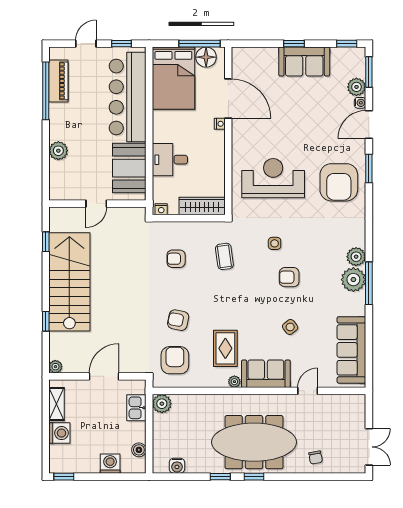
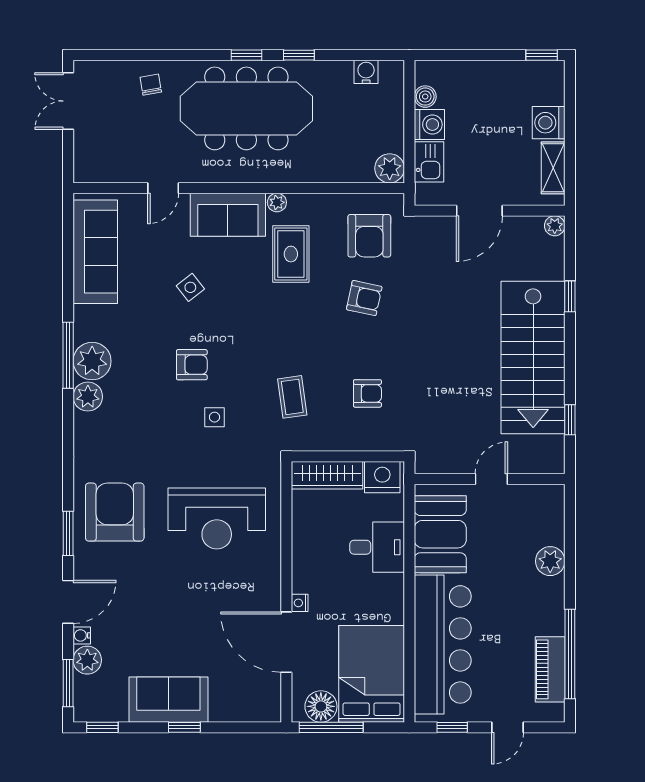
nightstand: (161, 209) -> (382, 477), width x1.89, depth x1.79
washing machine: (110, 464) -> (429, 124), moved, turned -90

